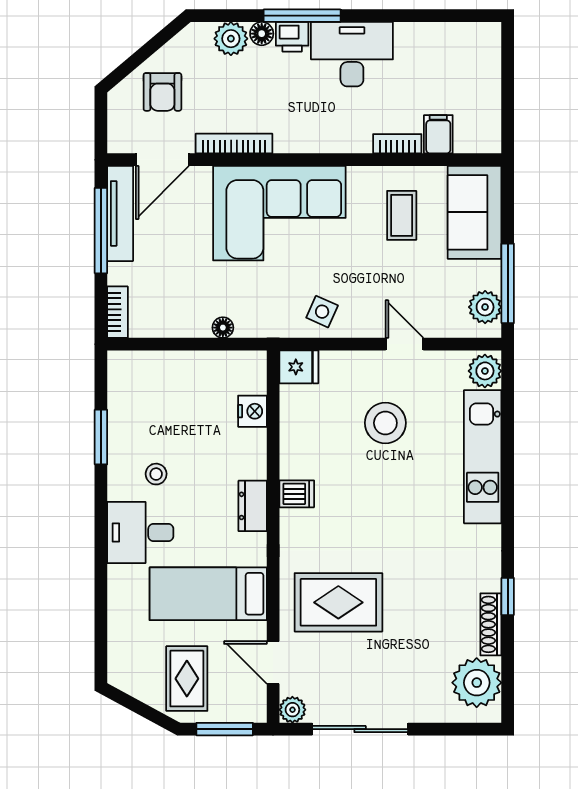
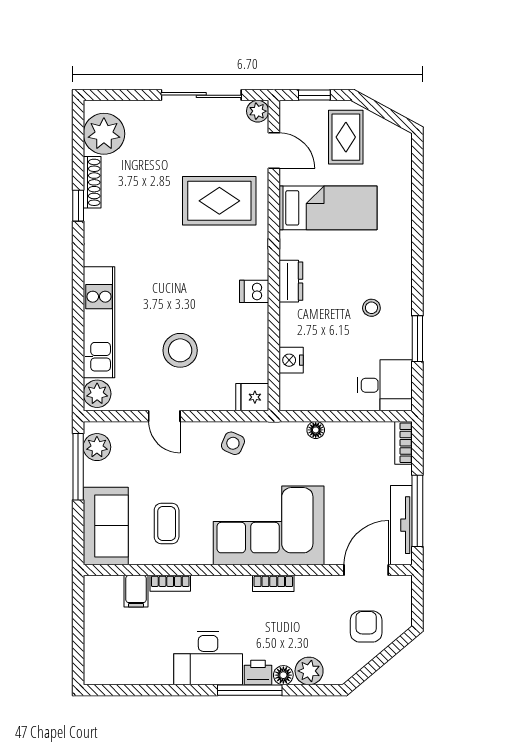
bookcase: (234, 144) -> (273, 583), moved, width x0.64
desk: (140, 532) -> (385, 385), moved
window: (225, 729) -> (314, 95), width x0.67

